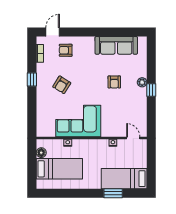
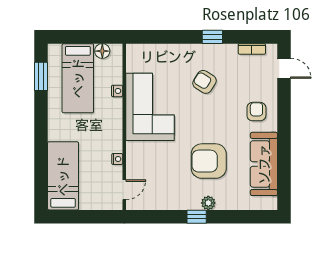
armchair: (66, 50) -> (256, 112), moved
armchair: (114, 82) -> (209, 161), width x1.88, depth x1.88
window: (113, 193) -> (41, 76), moved

